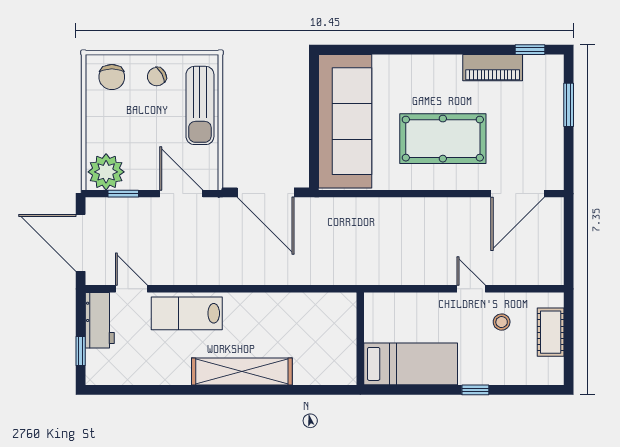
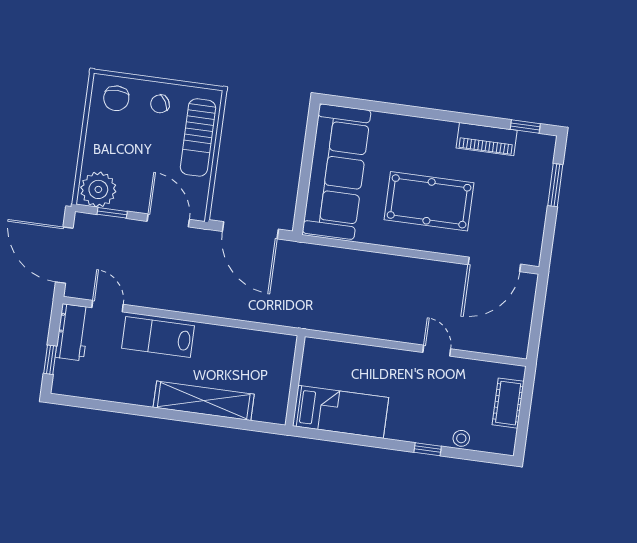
stool: (502, 322) -> (461, 438), moved
wall: (360, 339) -> (295, 381), moved
bed: (411, 364) -> (341, 412), moved

